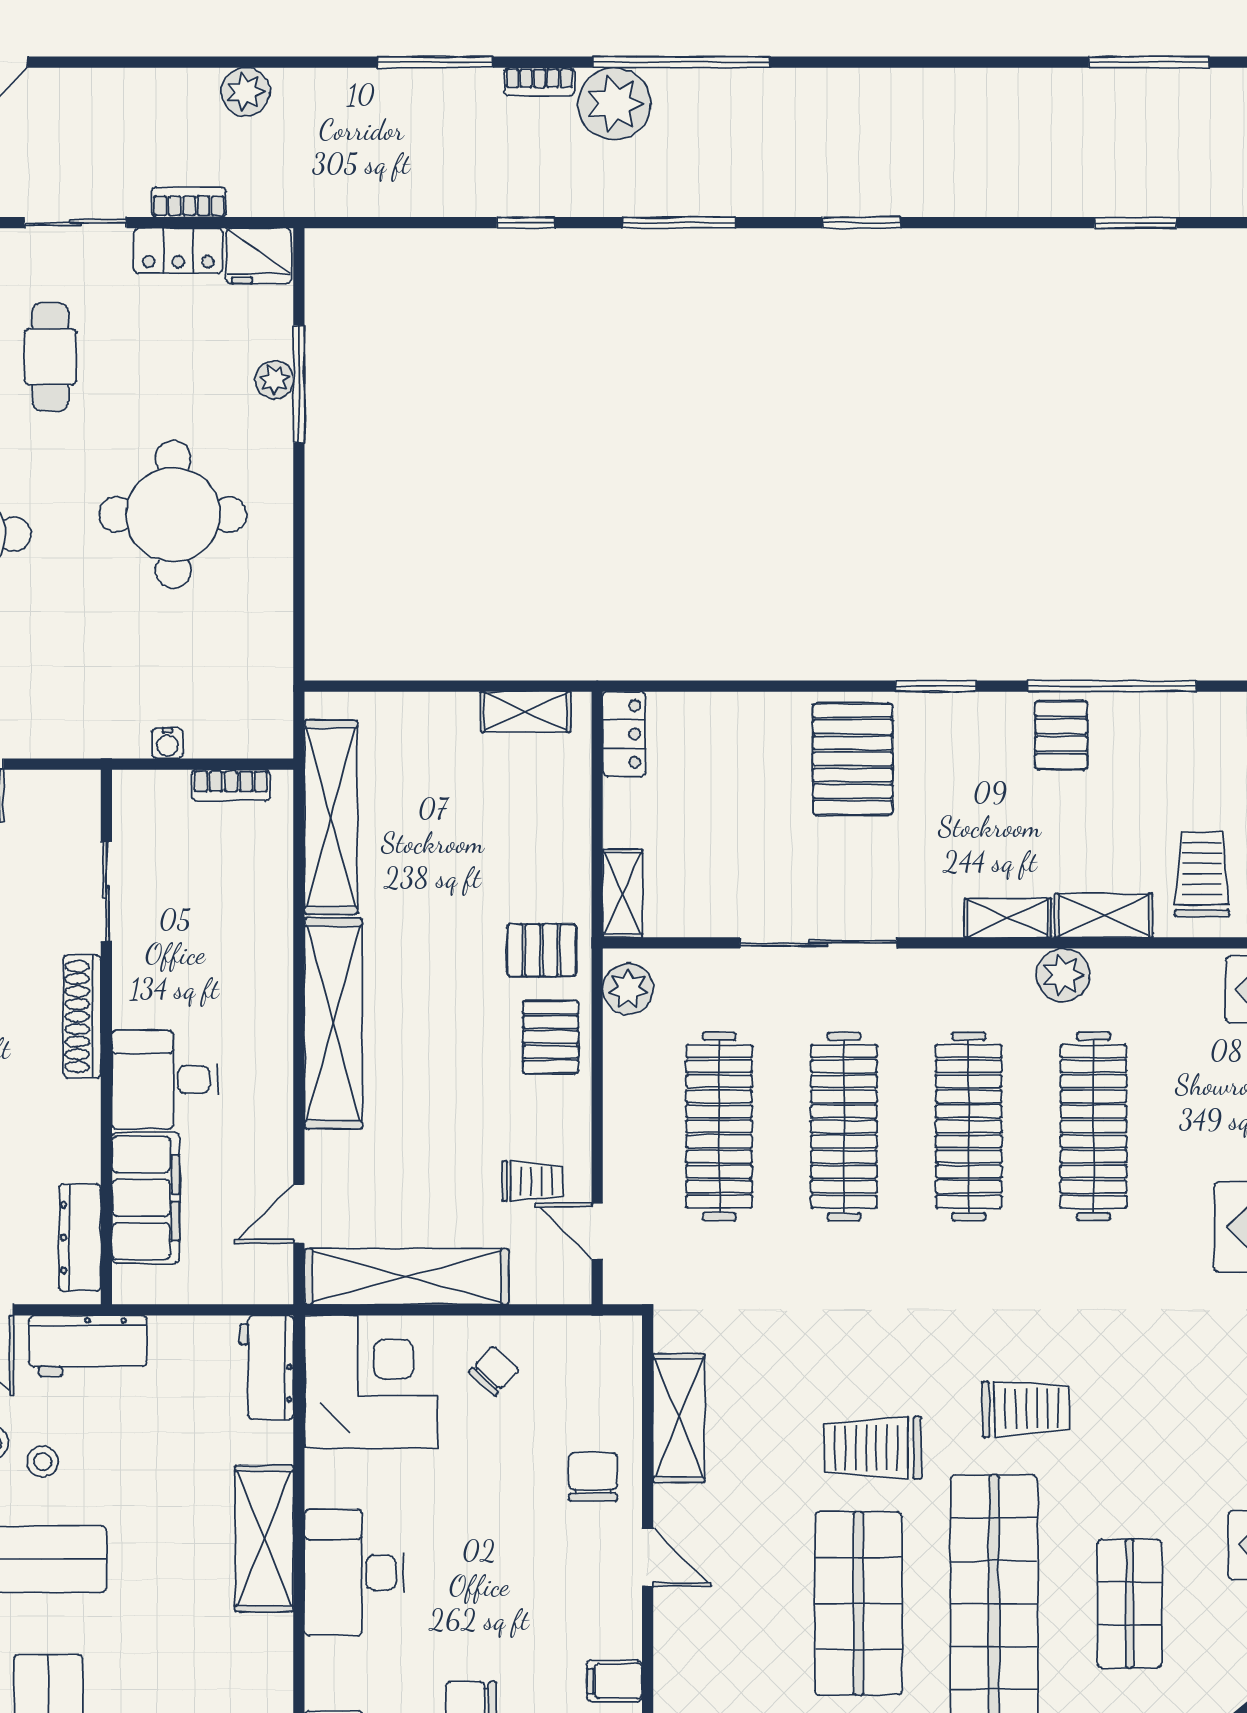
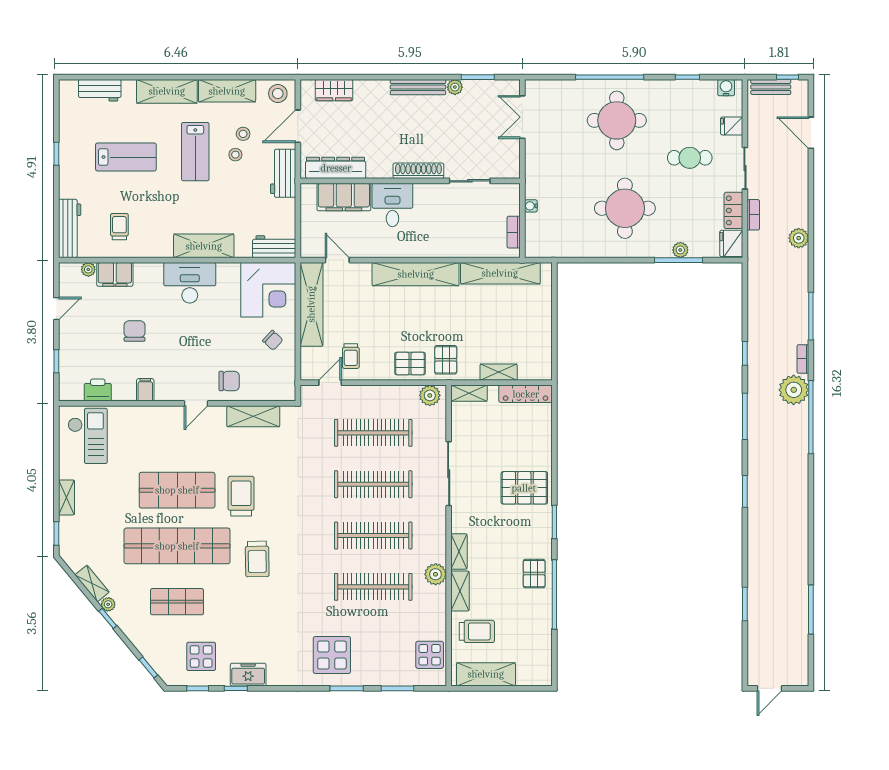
shelving: (526, 712) -> (499, 372), moved, turned 90
locker: (624, 734) -> (526, 394), width x1.53
pallet: (1061, 735) -> (534, 574), turned 90
dresser: (80, 1238) -> (336, 168), width x1.37, depth x1.24

